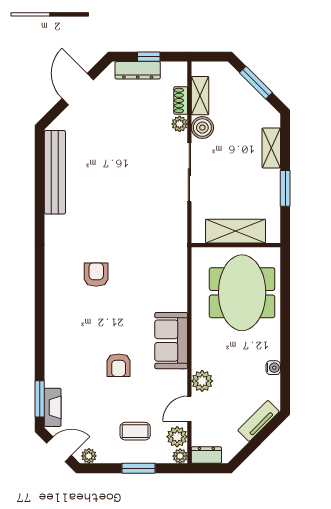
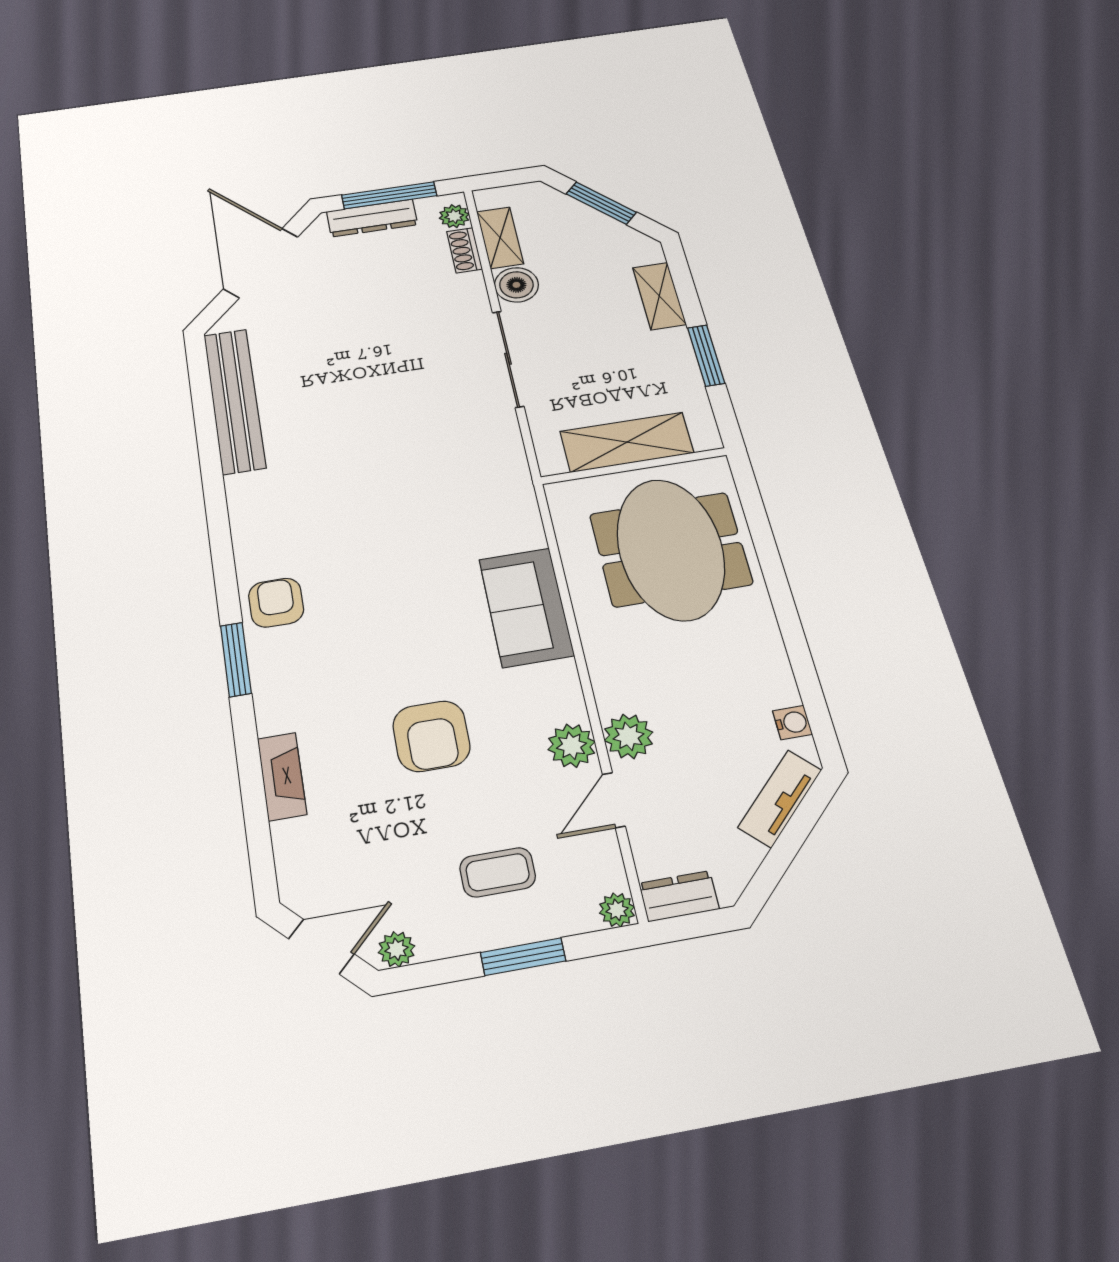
window: (149, 57) -> (389, 195), width x2.17
door: (78, 89) -> (261, 263), width x1.36
plant: (180, 124) -> (454, 216), moved
armchair: (96, 275) -> (276, 603), moved
sofa: (171, 341) -> (526, 607), moved
armchair: (119, 365) -> (431, 736), width x1.38, depth x1.38
water cooler: (273, 368) -> (792, 722), moved
window: (40, 399) -> (236, 659), moved
fireplace: (53, 407) -> (282, 776), moved
plant: (177, 437) -> (572, 746), moved

